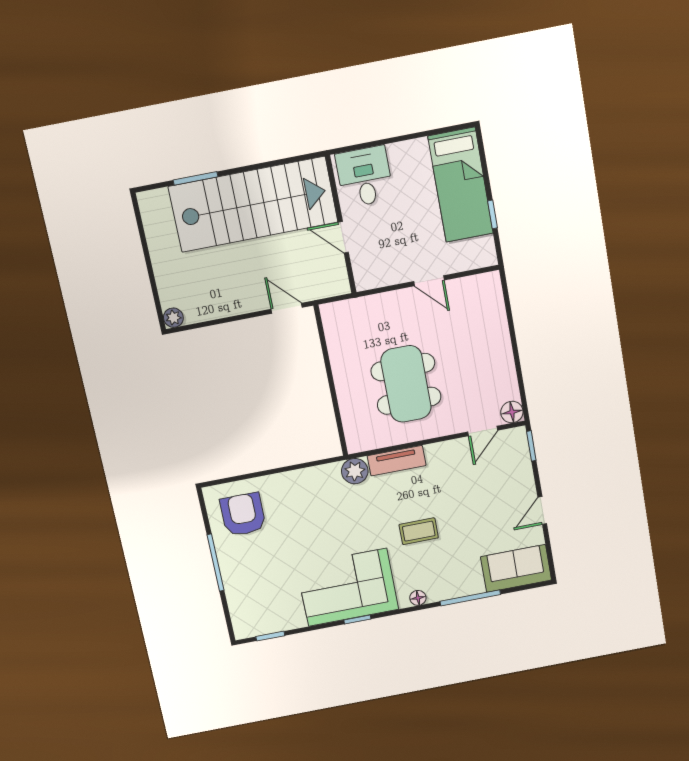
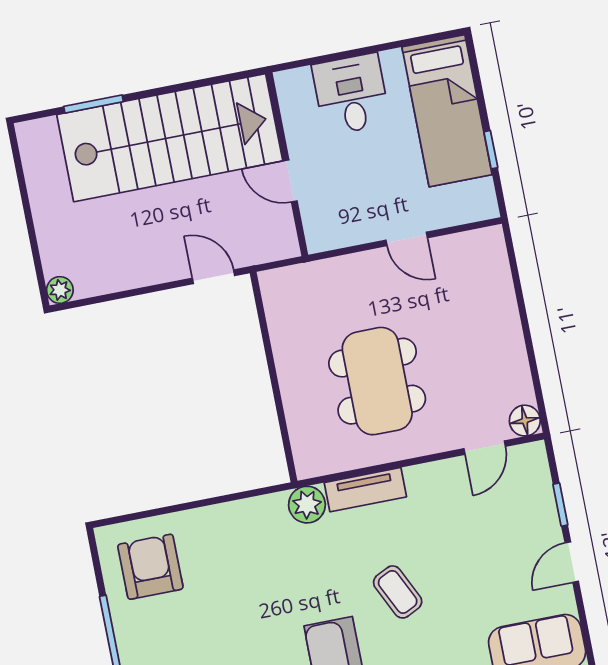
desk: (365, 177) -> (351, 94), moved
window: (531, 446) -> (560, 505), moved
coffee table: (419, 531) -> (398, 592), turned 64

